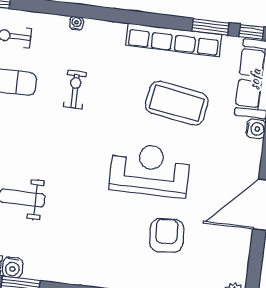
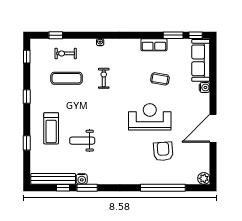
row of seats: (174, 40) -> (154, 45), width x0.50
coffee table: (177, 103) -> (160, 79), width x0.54, depth x0.58

